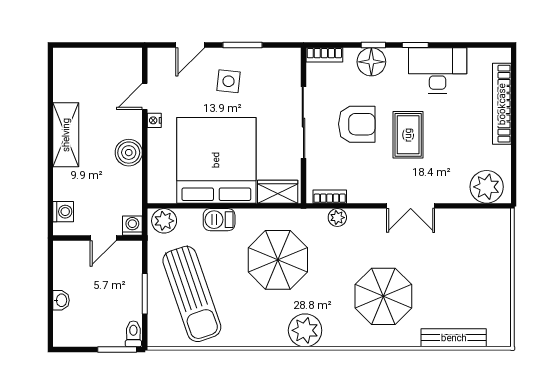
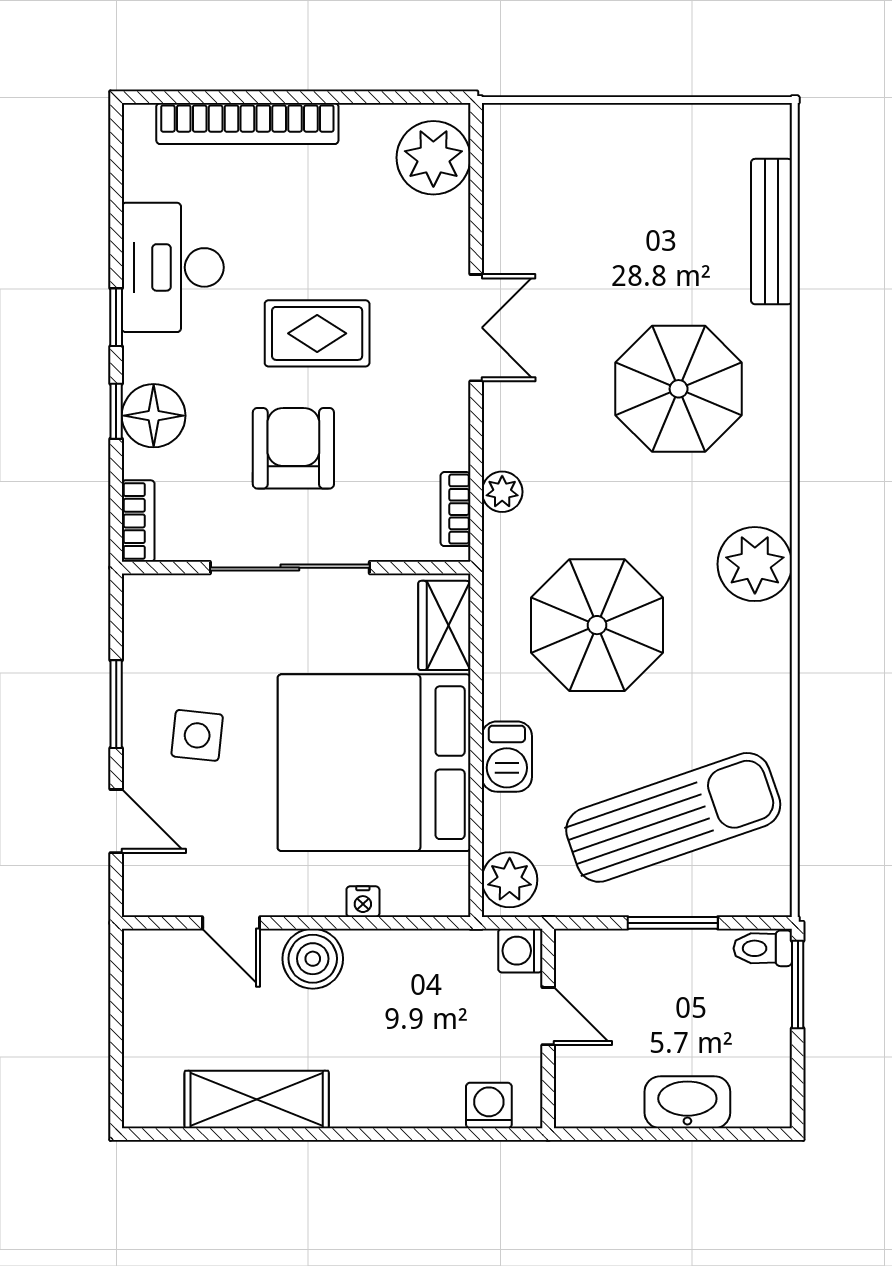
nightstand: (154, 120) -> (363, 902), moved
shelving: (66, 135) -> (257, 1099), moved
boiler: (129, 153) -> (313, 959), moved
washbasin: (61, 300) -> (687, 1102), width x1.91, depth x1.45

